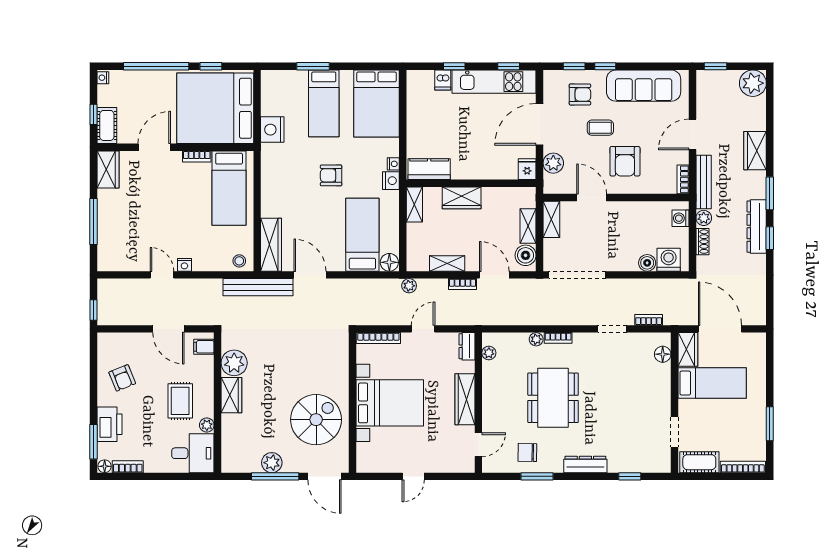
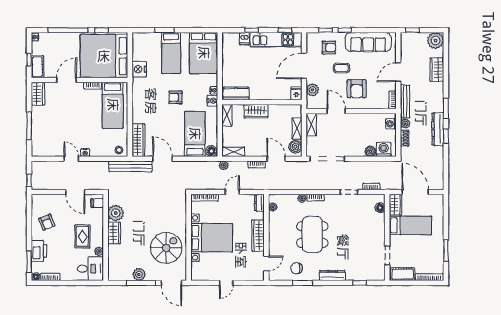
wardrobe: (755, 151) -> (437, 70), moved
shelving: (447, 263) -> (234, 152), moved

